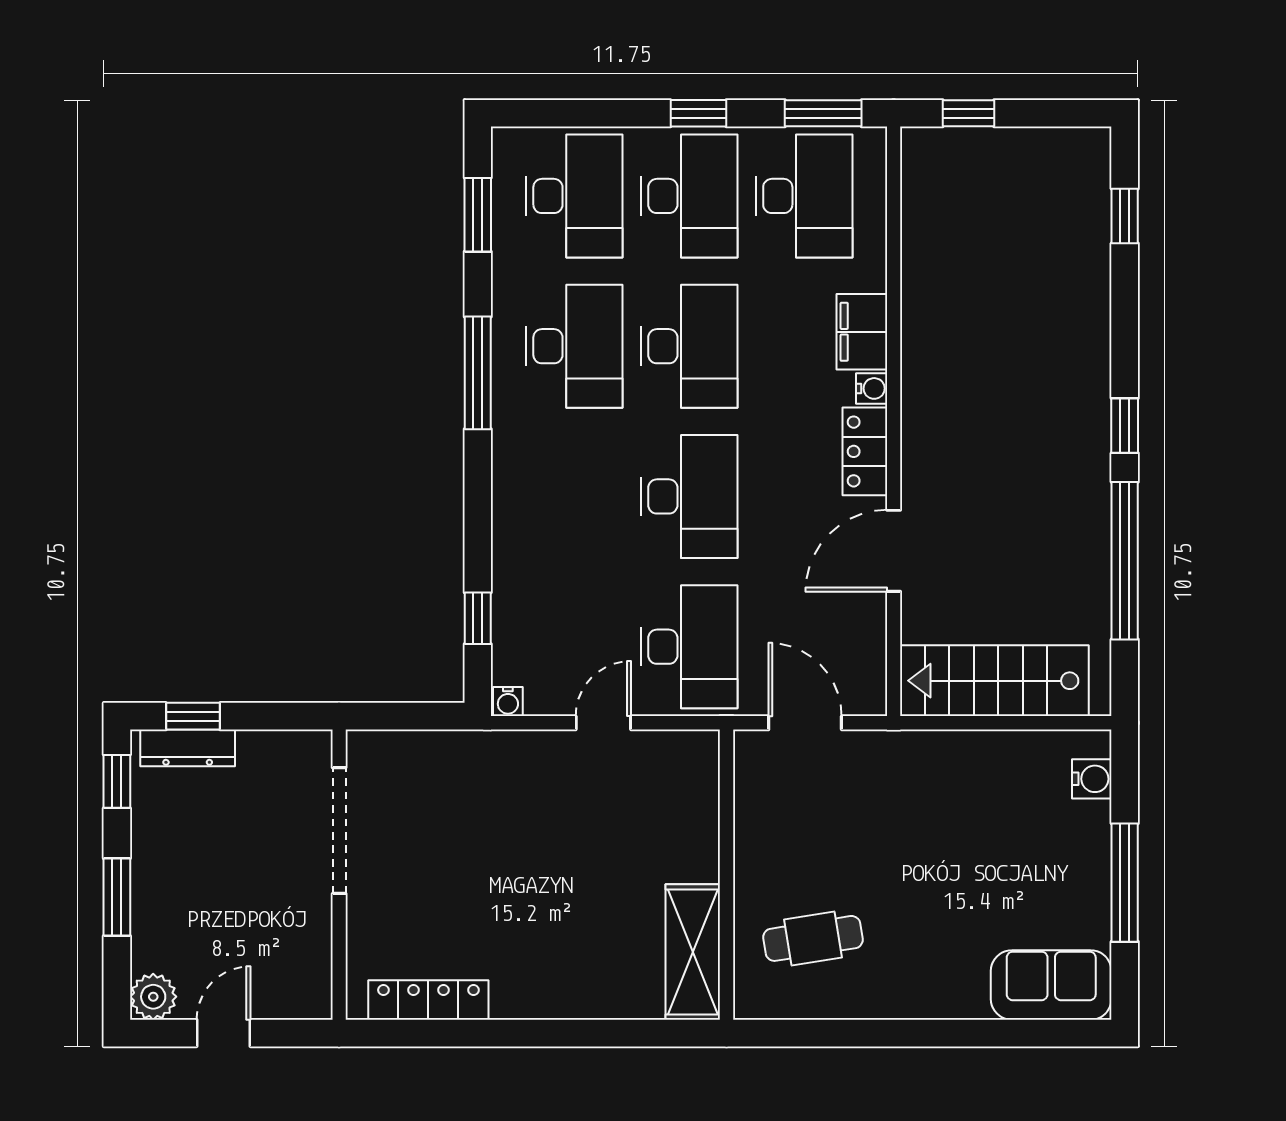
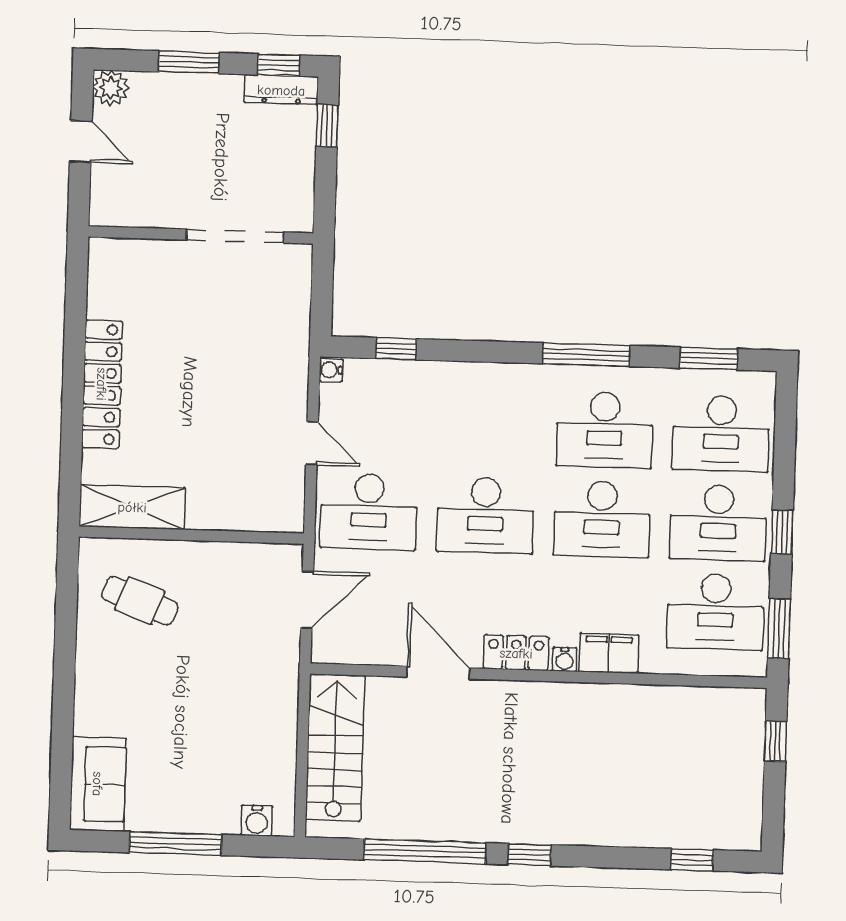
dresser: (188, 748) -> (281, 90), moved, turned -90
cafe table: (813, 938) -> (140, 601), turned -60
locker: (428, 1000) -> (102, 384), moved, width x1.41, depth x1.21

